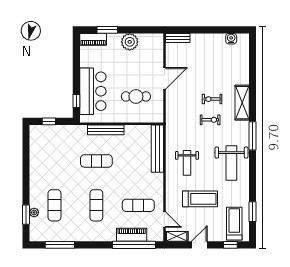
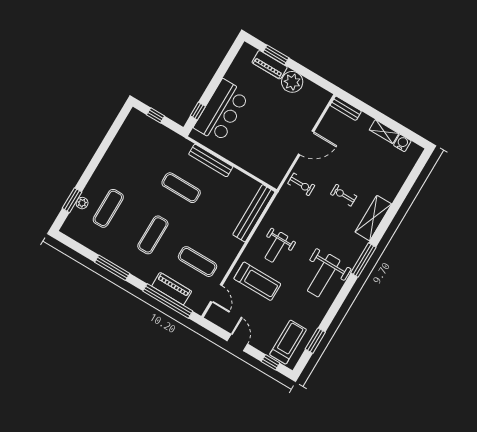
piano: (93, 39) -> (270, 65), moved
cafe table: (136, 96) -> (264, 144), removed
exercise bike: (210, 120) -> (301, 184), moved
treadmill: (200, 199) -> (257, 281), moved
shelving: (177, 236) -> (384, 132), moved
window: (60, 245) -> (112, 268), moved
door: (199, 245) -> (237, 342), hinge flipped

